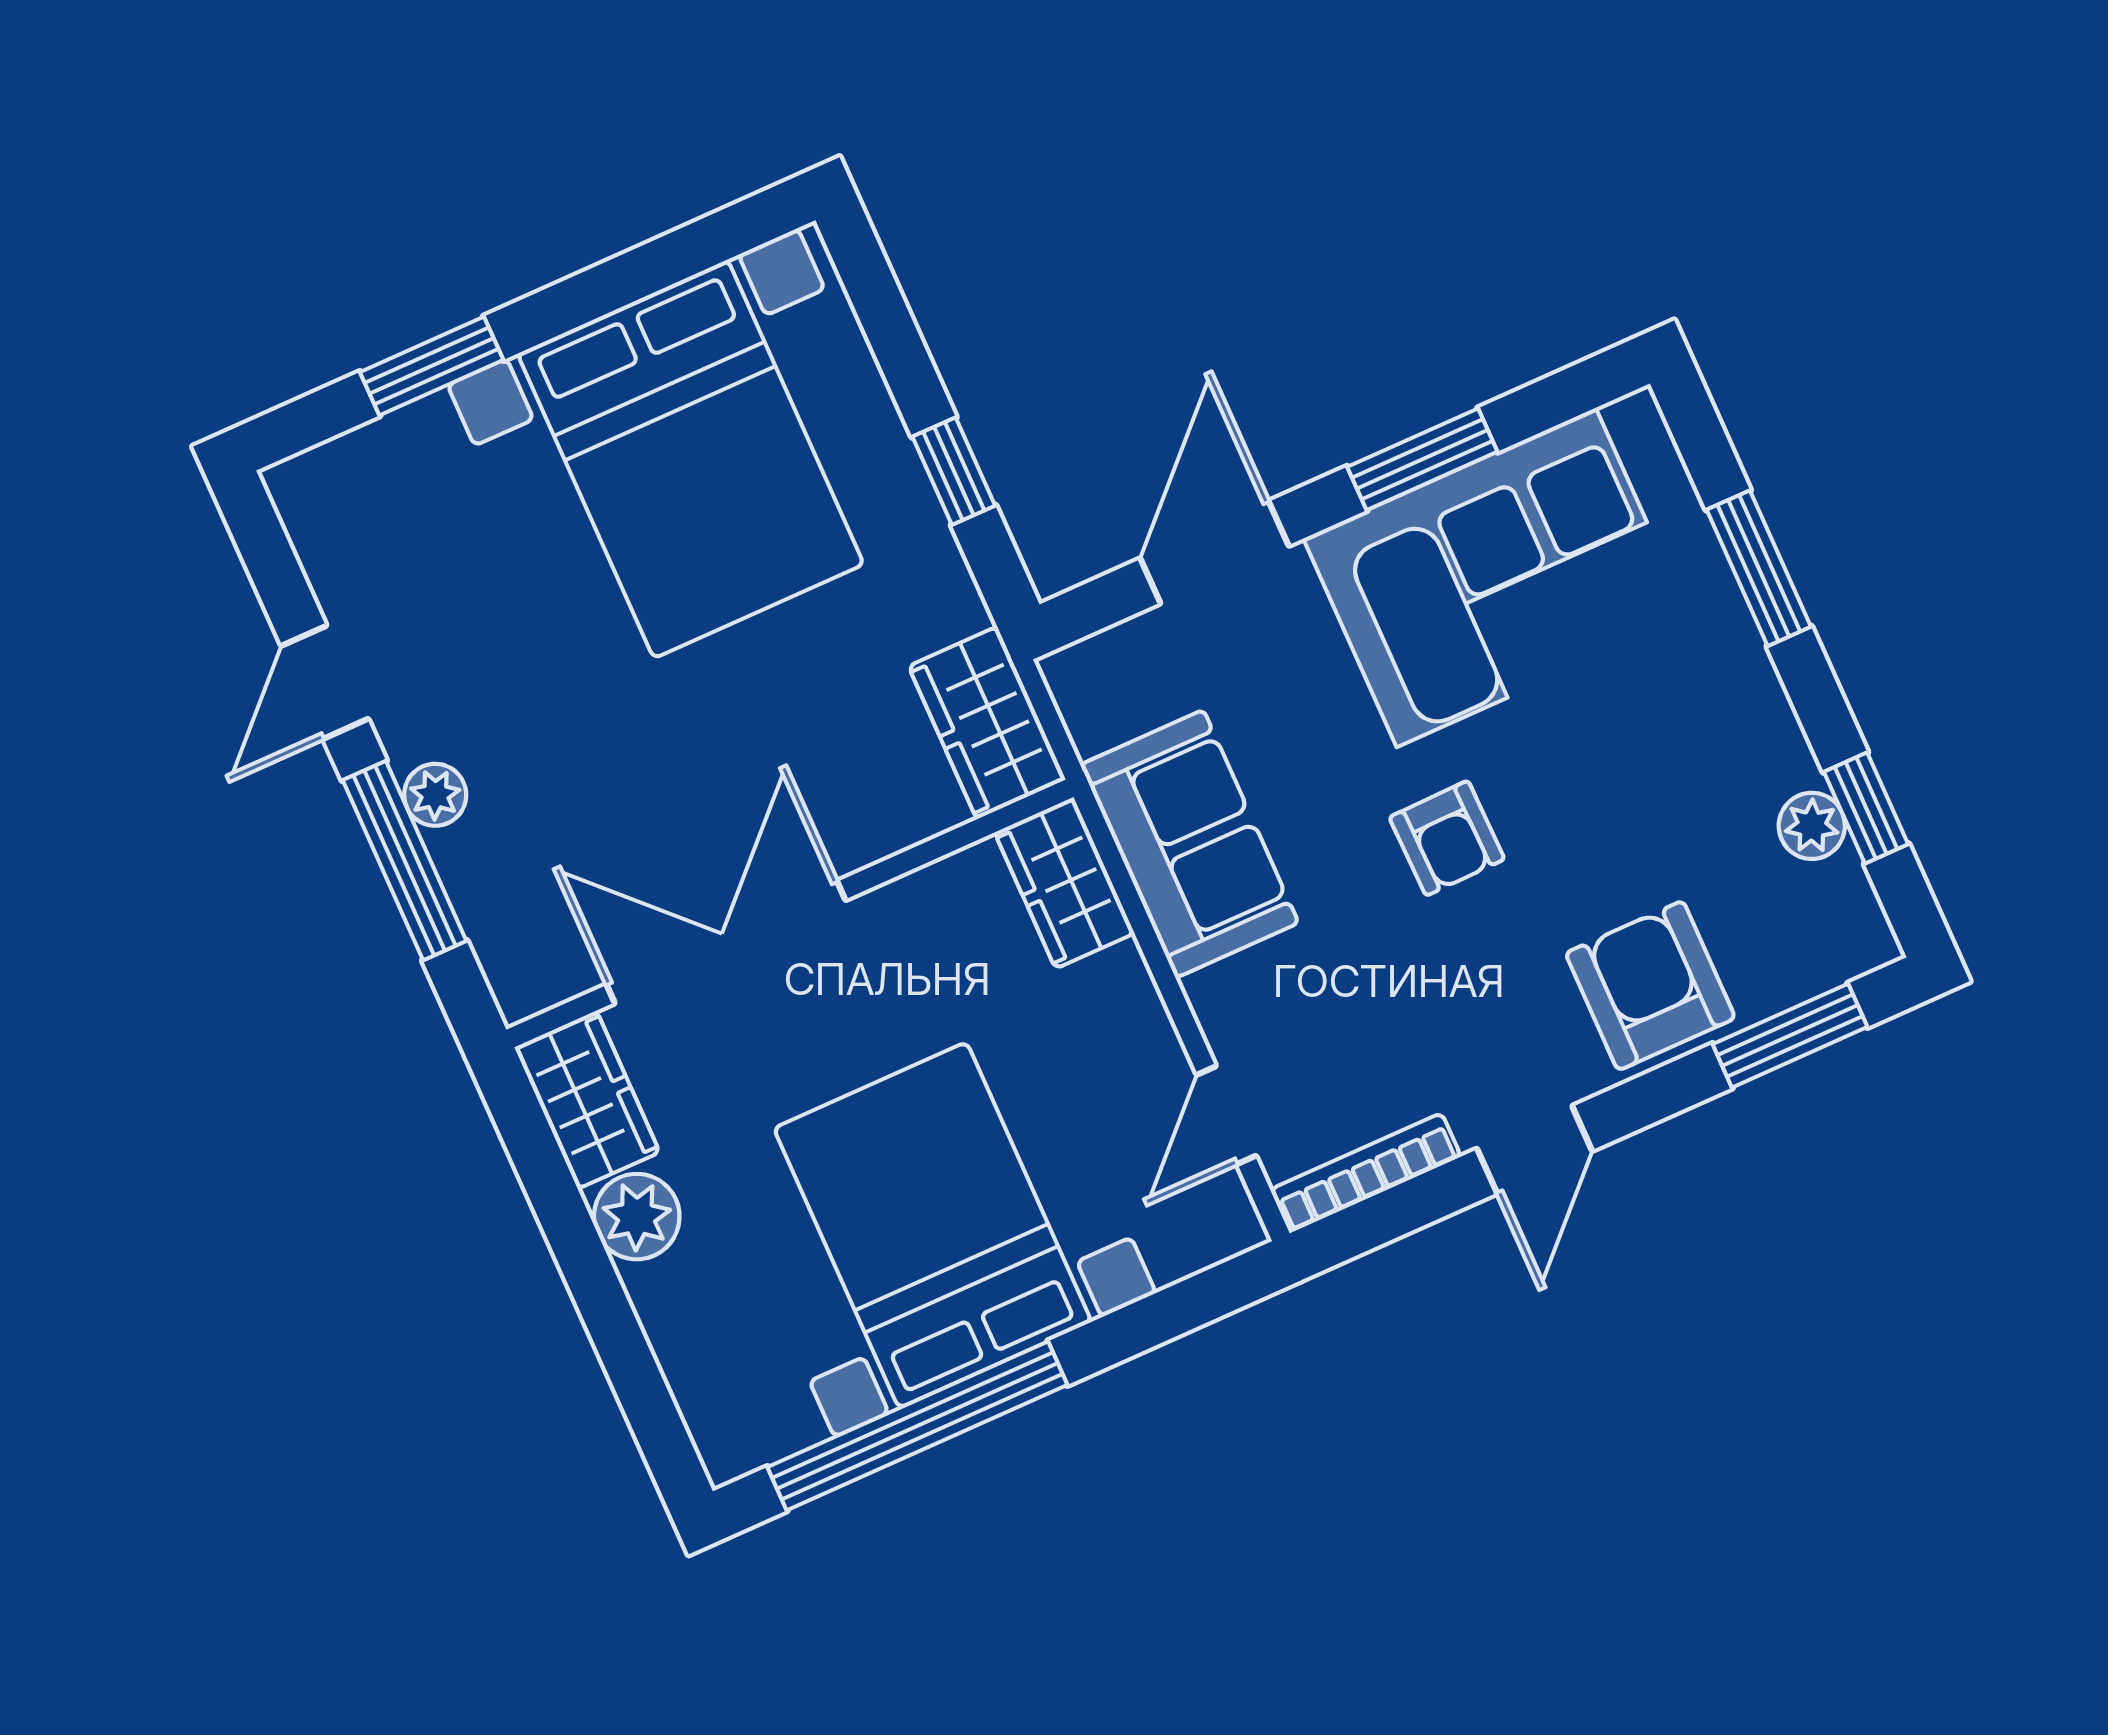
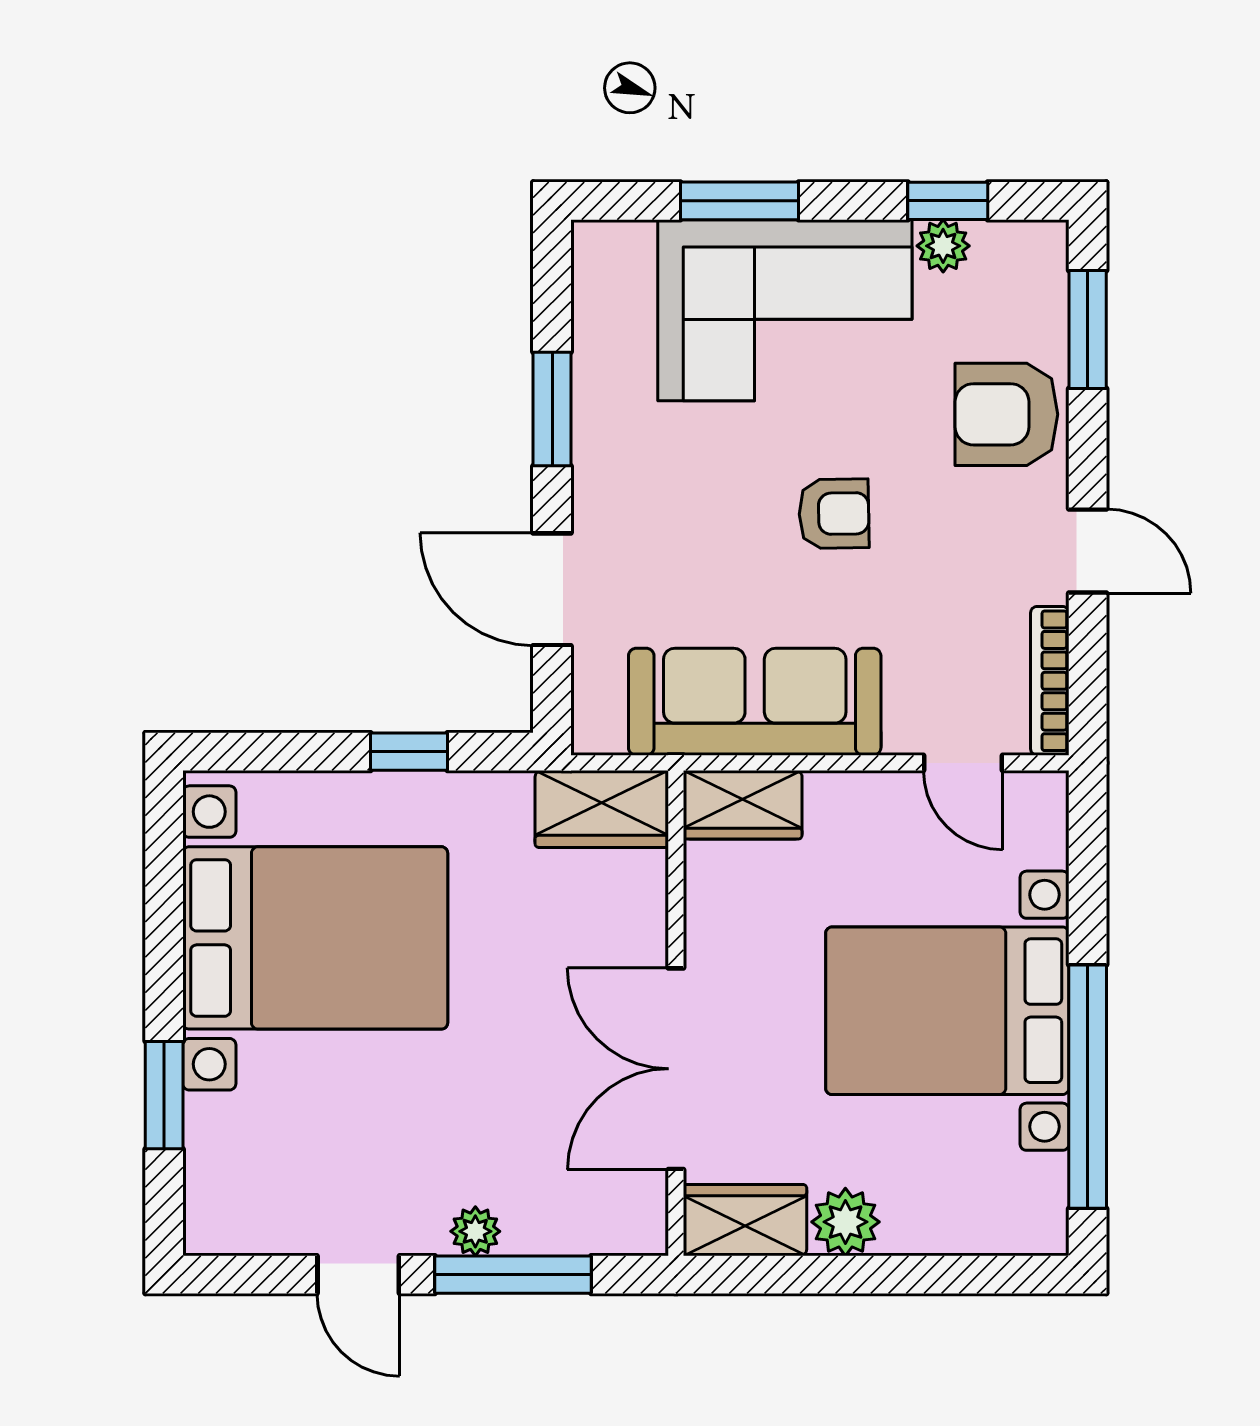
corner sofa: (1496, 577) -> (785, 310), moved, turned 90
sofa: (1189, 844) -> (755, 702), width x1.36

